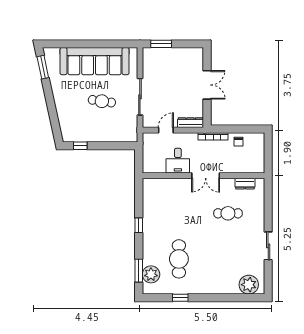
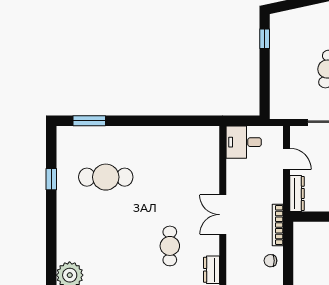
desk: (178, 161) -> (244, 142), moved
window: (139, 225) -> (153, 121), removed
plant: (151, 274) -> (84, 138), removed

